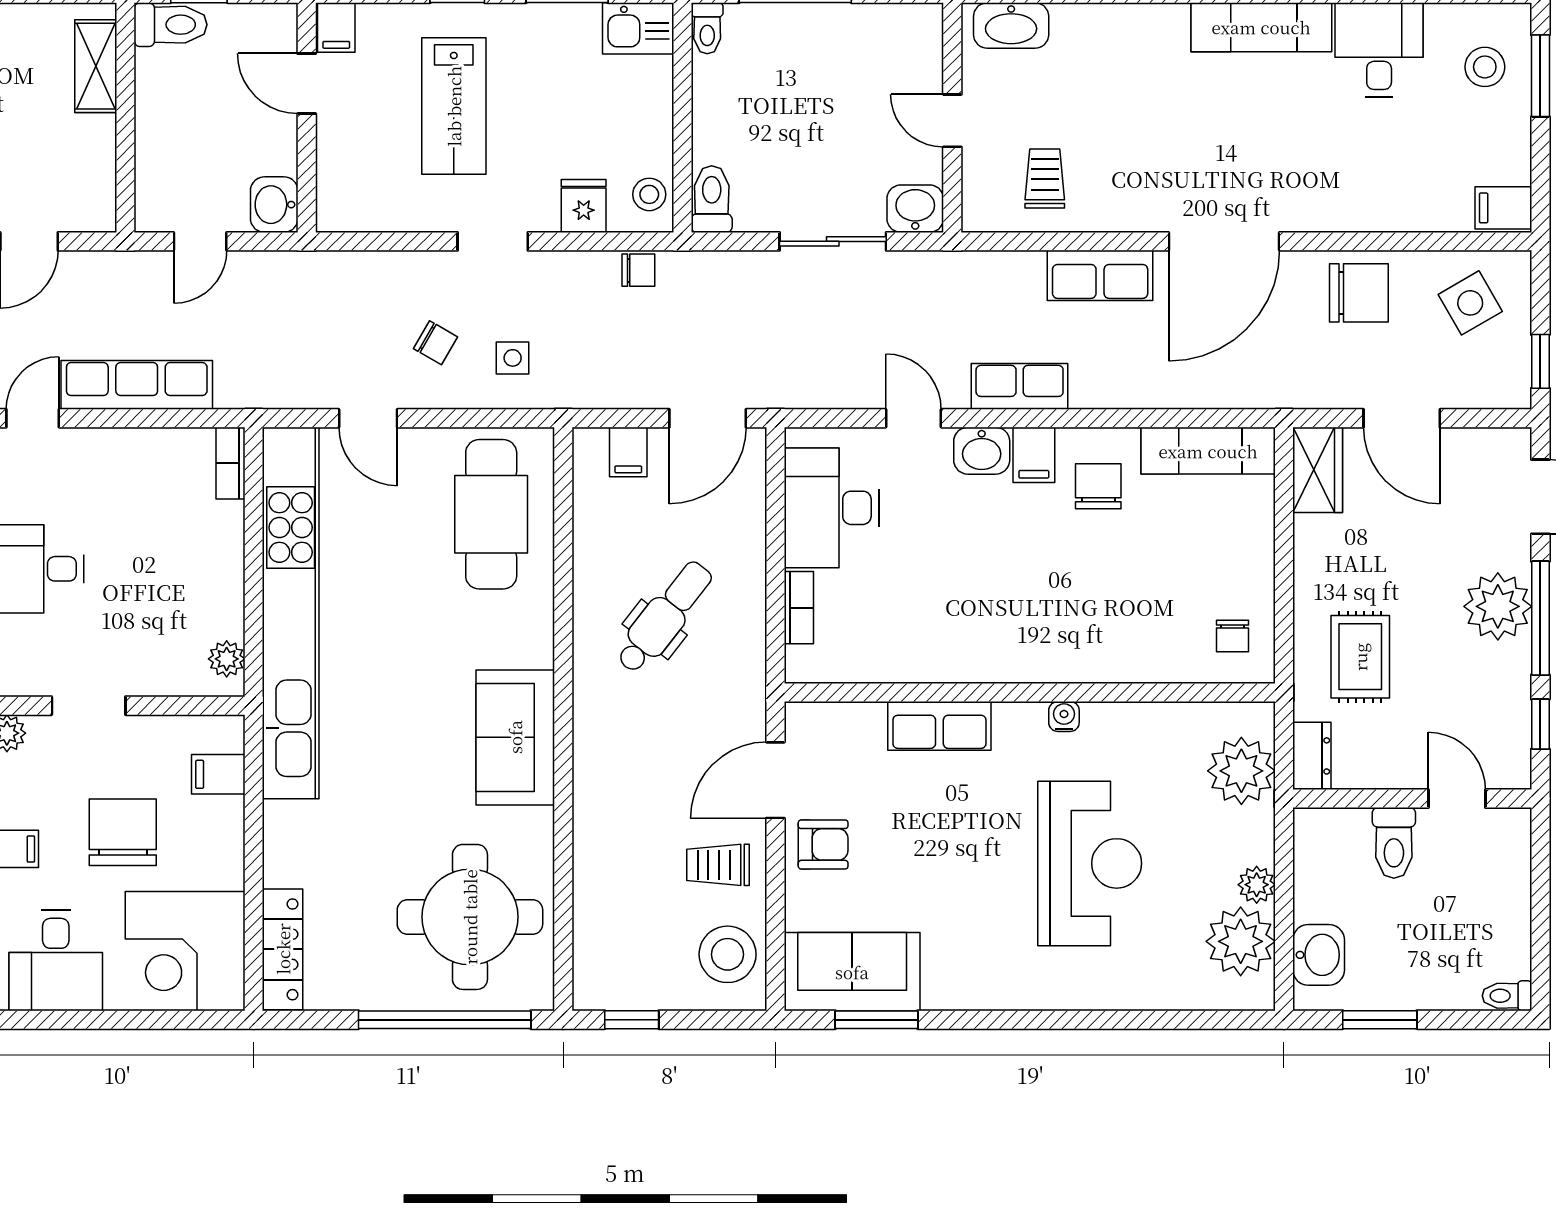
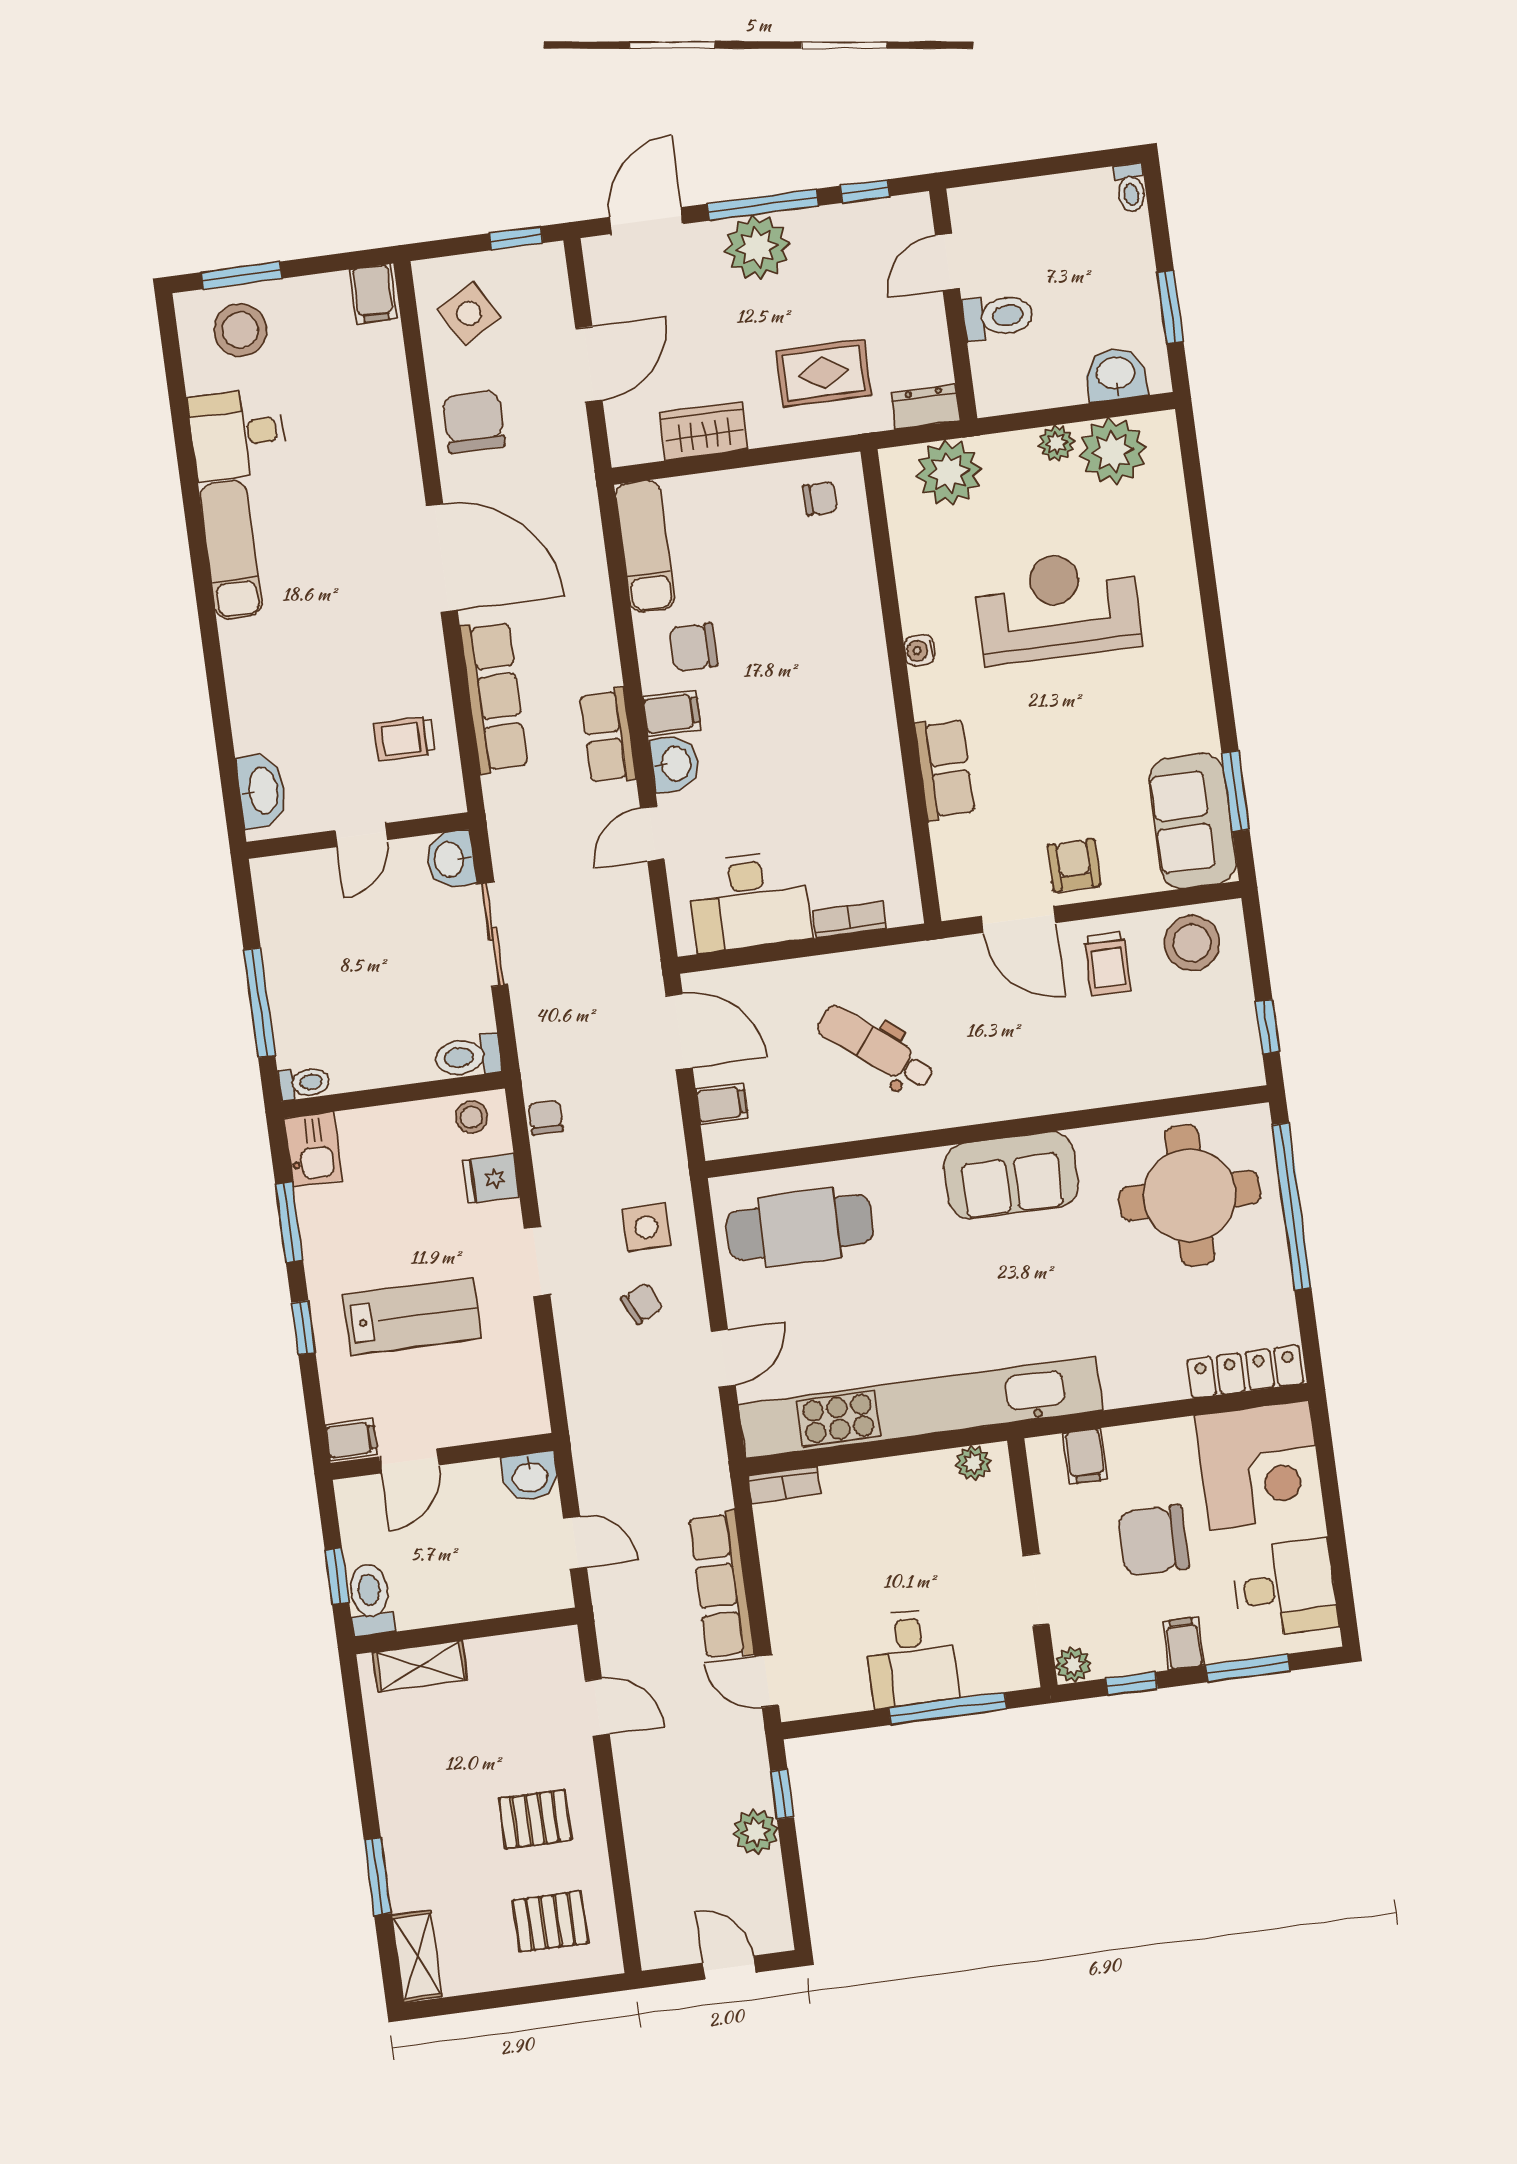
stool: (1485, 67) -> (240, 330), width x1.38, depth x1.38
row of seats: (1100, 275) -> (494, 697), width x1.48
chair: (435, 343) -> (642, 1303), turned 35
side table: (513, 358) -> (646, 1227), width x1.37, depth x1.37
wardrobe: (1318, 470) -> (704, 431), moved

